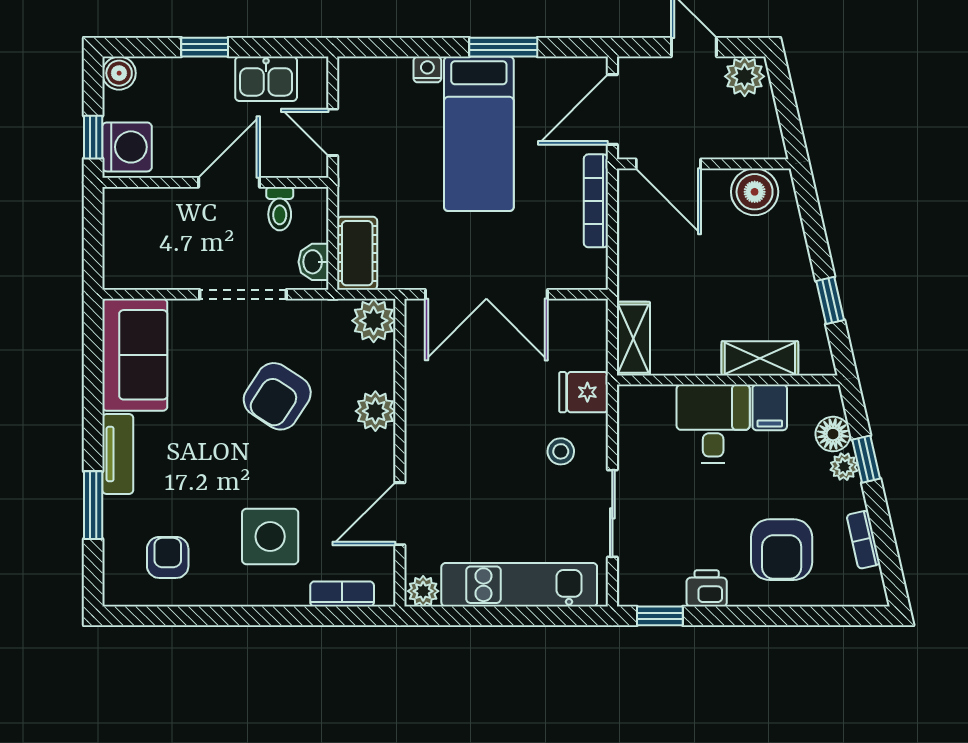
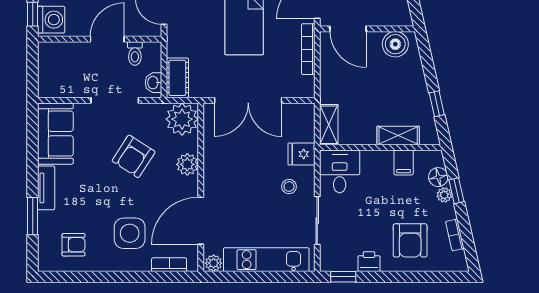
plant: (374, 321) -> (182, 119), width x1.36, depth x1.36
desk: (713, 424) -> (340, 171), moved
door: (400, 514) -> (201, 221), width x1.36
armchair: (168, 557) -> (73, 245), turned 90

